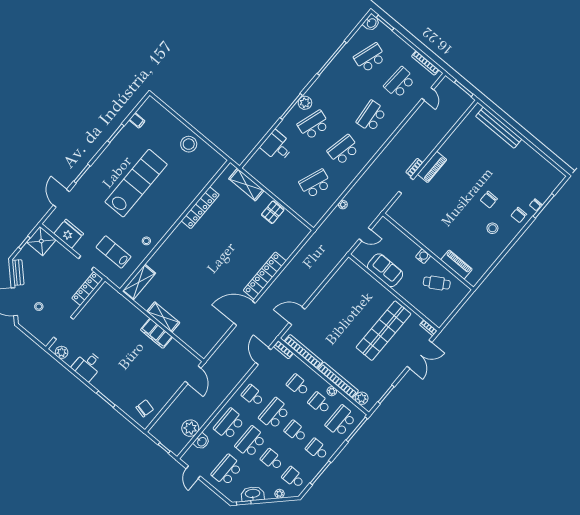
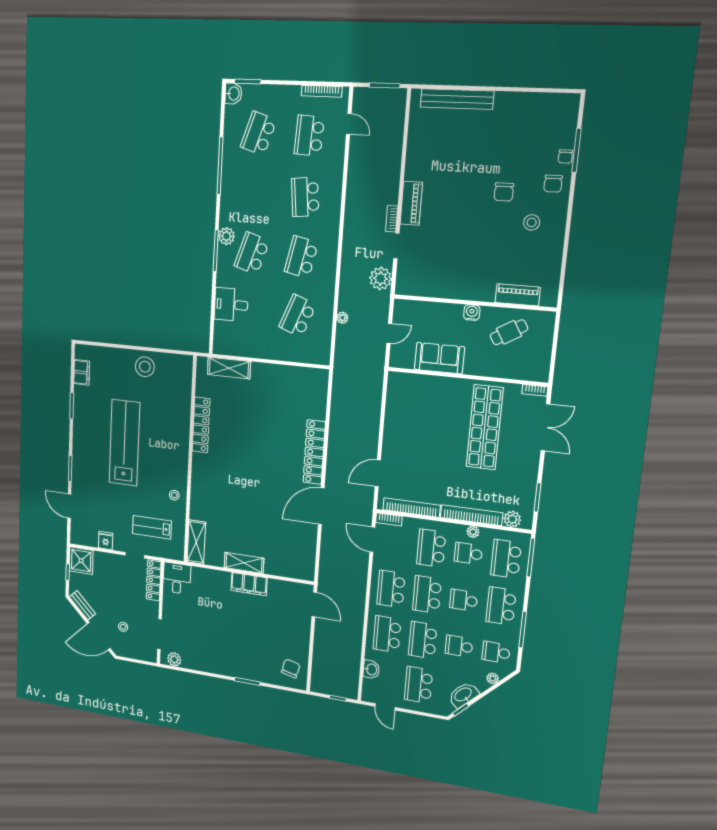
filing cabinet: (137, 120) -> (82, 372), width x2.00
pallet: (273, 212) -> (275, 378), removed
fridge: (69, 234) -> (106, 541), width x0.53, depth x0.75
desk: (87, 366) -> (177, 578), moved, turned 180
school desk: (298, 385) -> (431, 548), width x1.85
school desk: (253, 396) -> (391, 589), width x1.85
plant: (190, 428) -> (381, 278), moved
school desk: (317, 449) -> (501, 606), width x1.85

